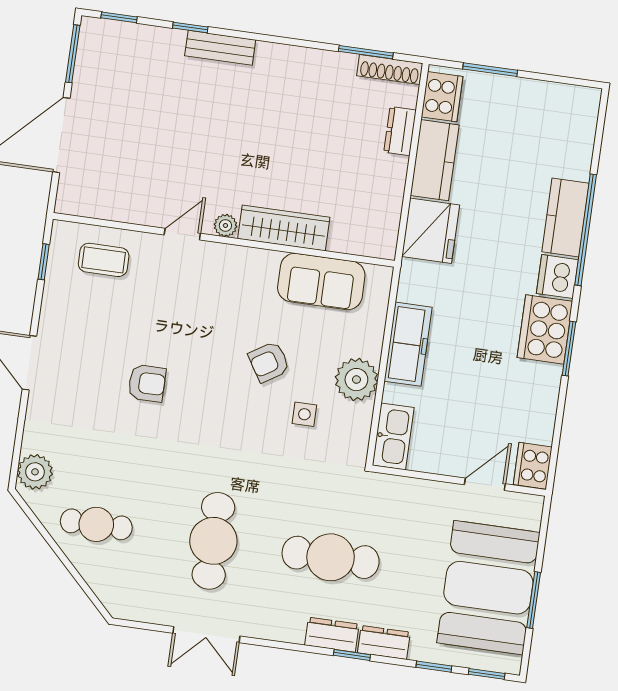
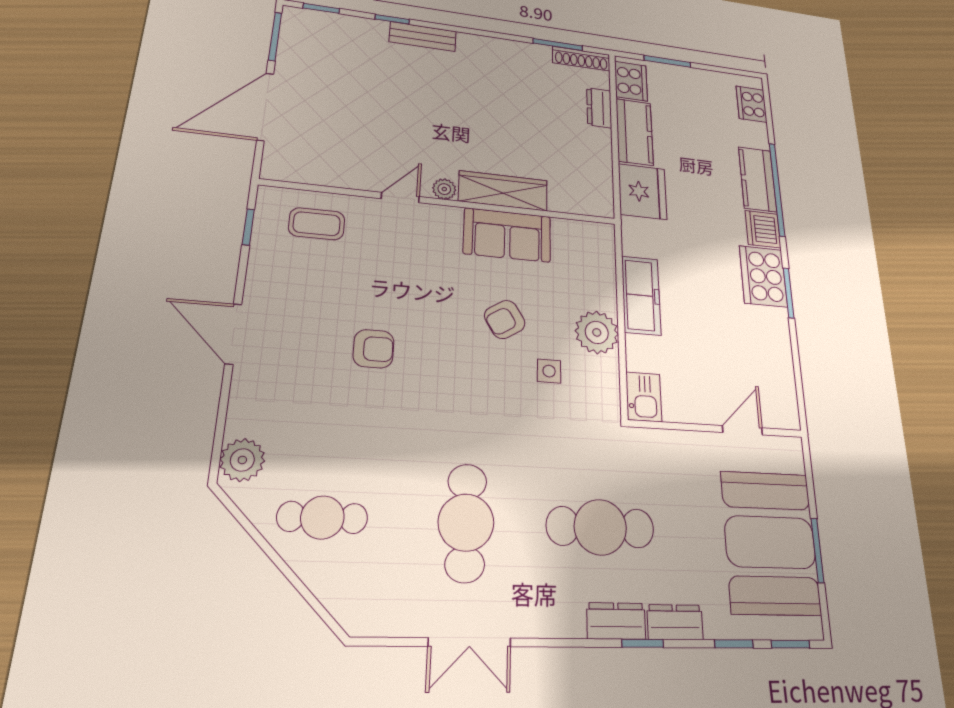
sofa: (321, 281) -> (507, 235), moved
kitchen sink: (393, 436) -> (644, 397), width x0.73
cooker: (533, 466) -> (752, 104), moved

